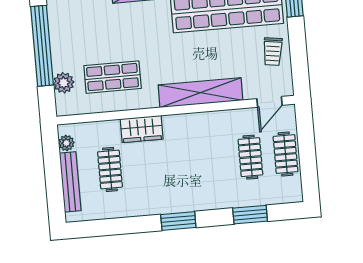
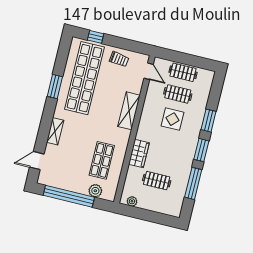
shelving: (200, 93) -> (129, 111), width x0.68
display table: (210, 162) -> (172, 119), added
bench: (70, 182) -> (156, 207), removed
window: (250, 215) -> (209, 121), moved
window: (124, 226) -> (193, 183), added

